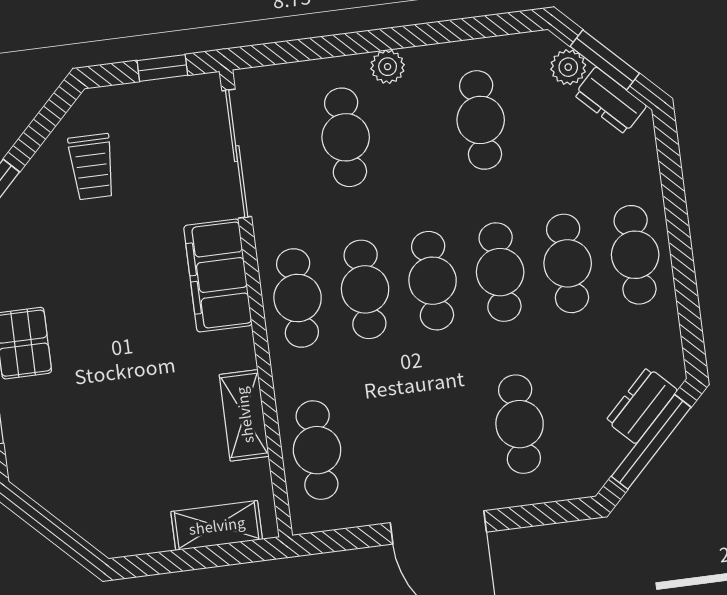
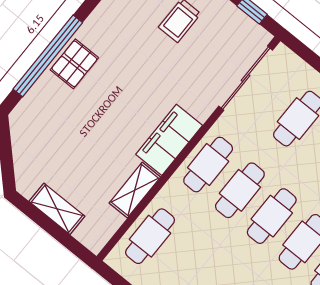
filing cabinet: (218, 276) -> (169, 140), moved
shelving: (217, 525) -> (57, 209), moved

